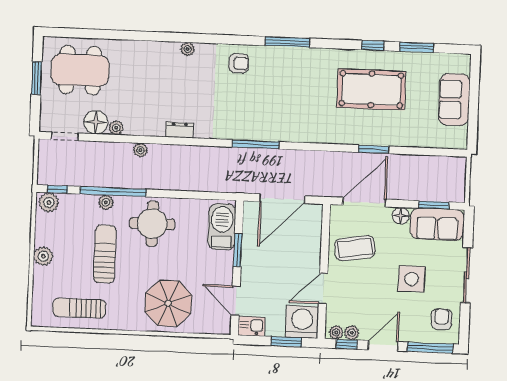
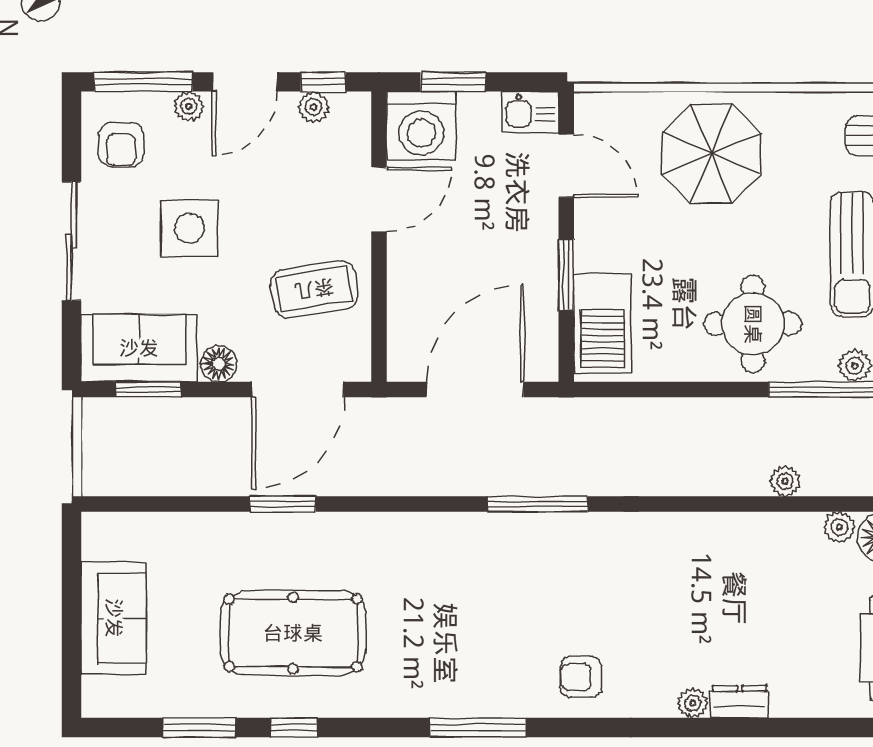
dresser: (179, 130) -> (740, 702), moved, turned 180
plant: (336, 332) -> (189, 106), moved

